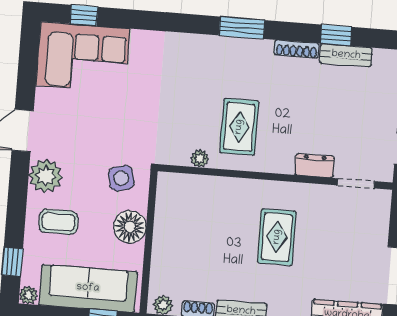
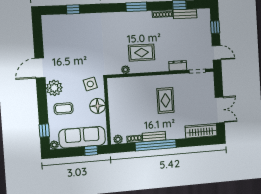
window: (84, 15) -> (73, 9), moved
corner sofa: (83, 57) -> (64, 29), removed
rug: (239, 127) -> (142, 53), turned 90

